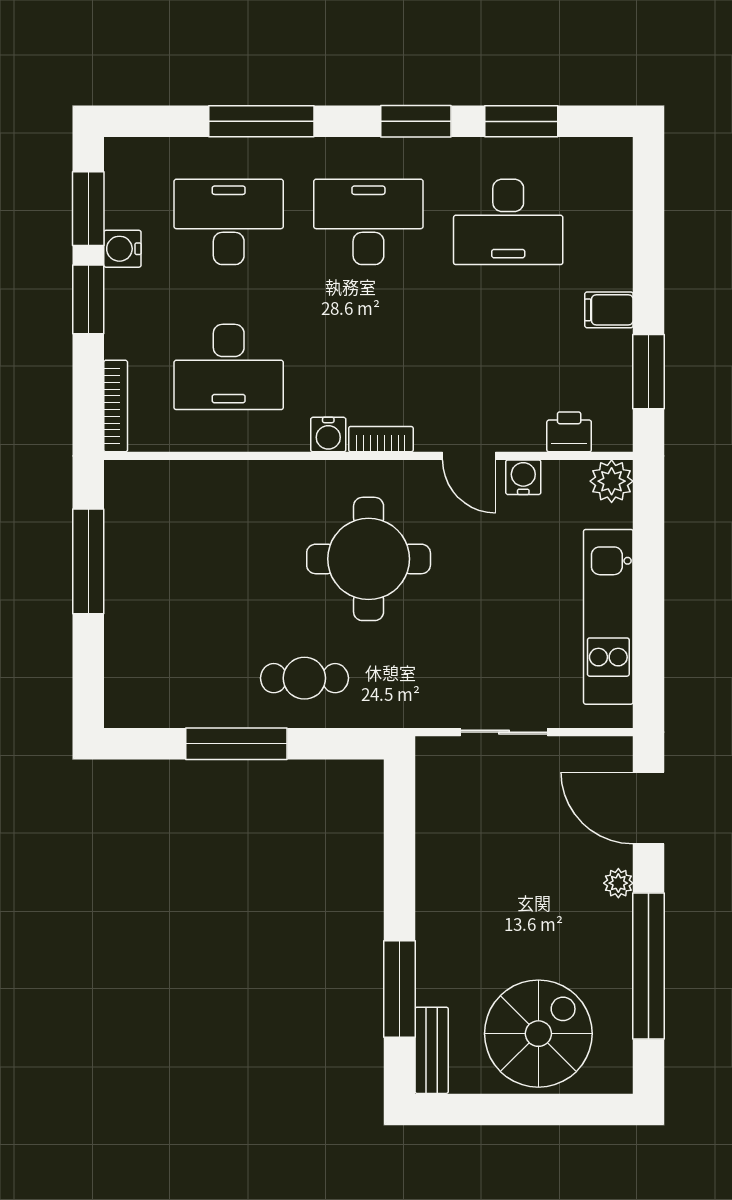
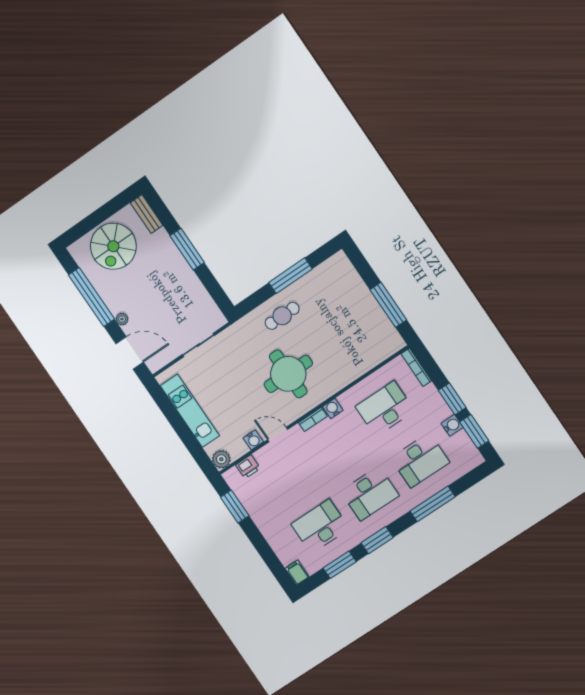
filing cabinet: (609, 310) -> (297, 573), moved, turned -90
window: (400, 989) -> (187, 249), moved

